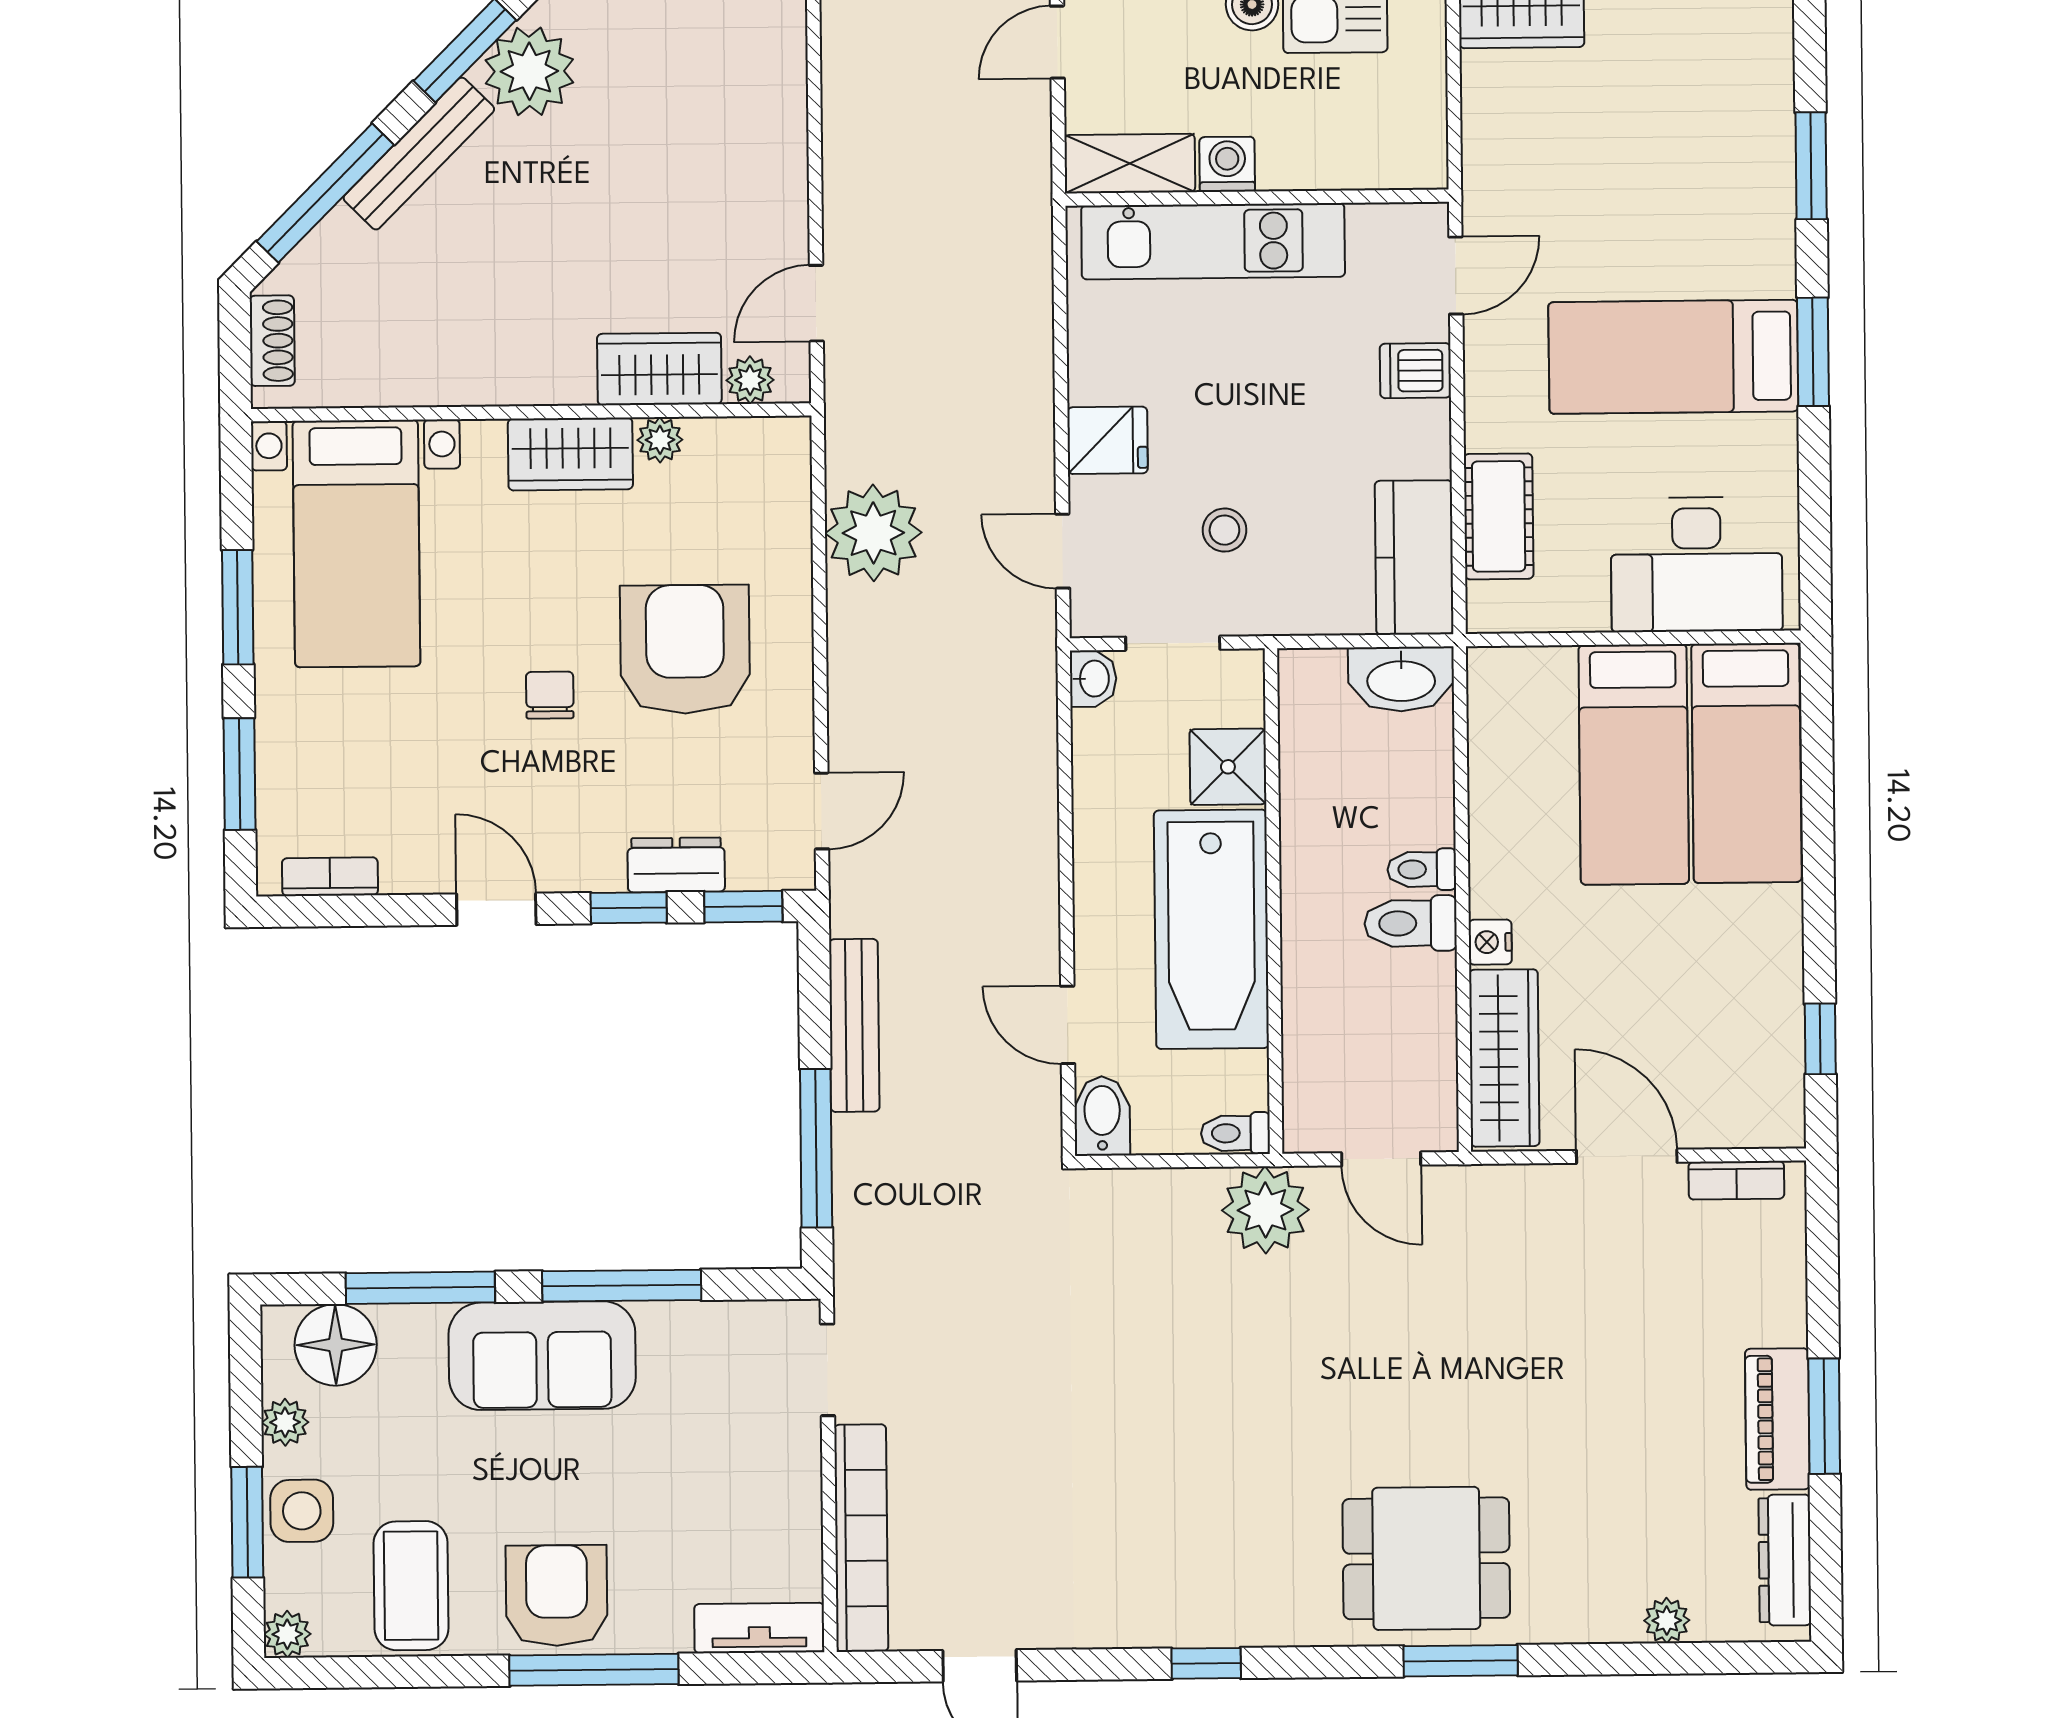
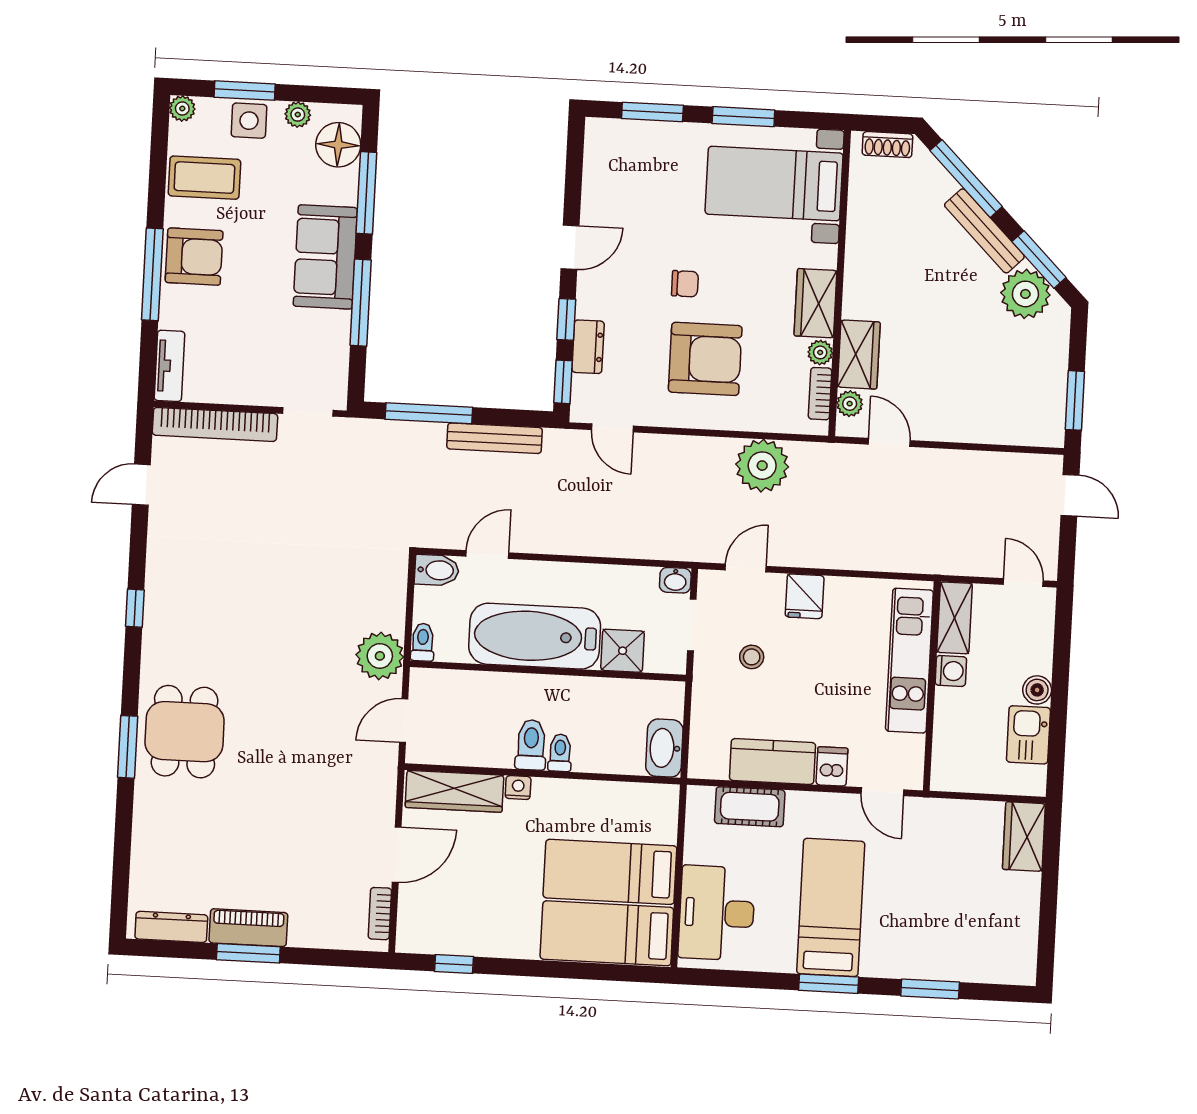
kitchen counter: (1414, 557) -> (772, 762), moved
bookcase: (330, 877) -> (820, 394), moved, turned 180
plant: (1667, 1620) -> (142, 860), removed

